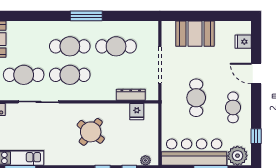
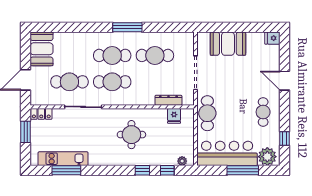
fridge: (243, 42) -> (272, 38), moved
cafe table: (196, 98) -> (207, 113), moved
round table: (91, 132) -> (131, 135), turned -38

